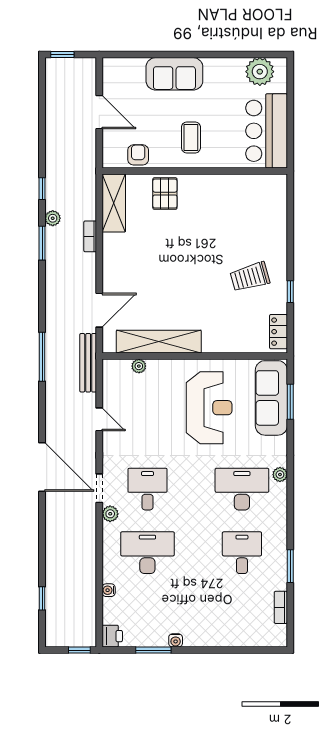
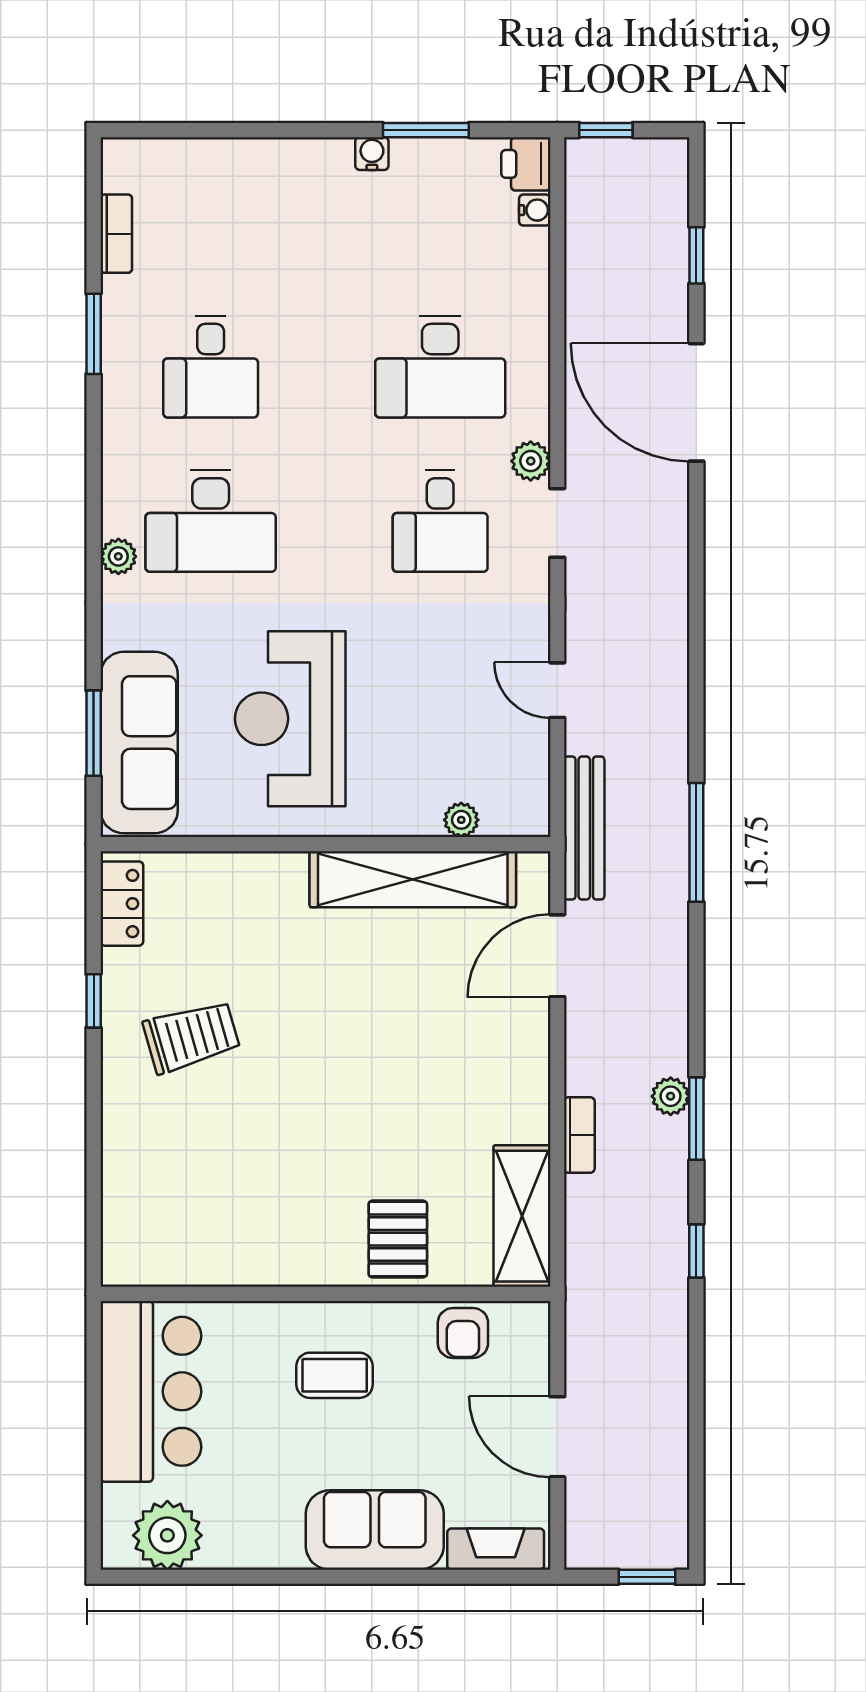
fireplace: (125, 66) -> (496, 1549), added
coffee table: (191, 137) -> (335, 1375), turned 90
plant: (53, 218) -> (671, 1096), moved
door: (42, 467) -> (696, 402), moved
water cooler: (109, 590) -> (535, 210), moved

